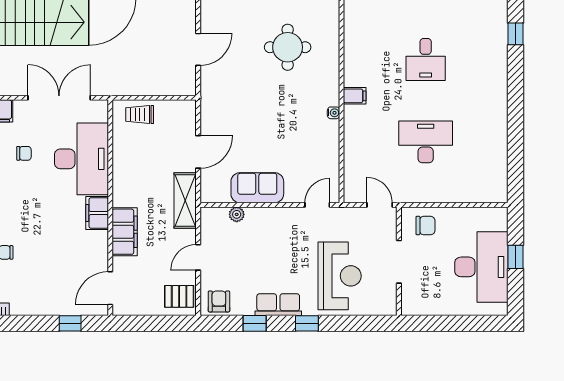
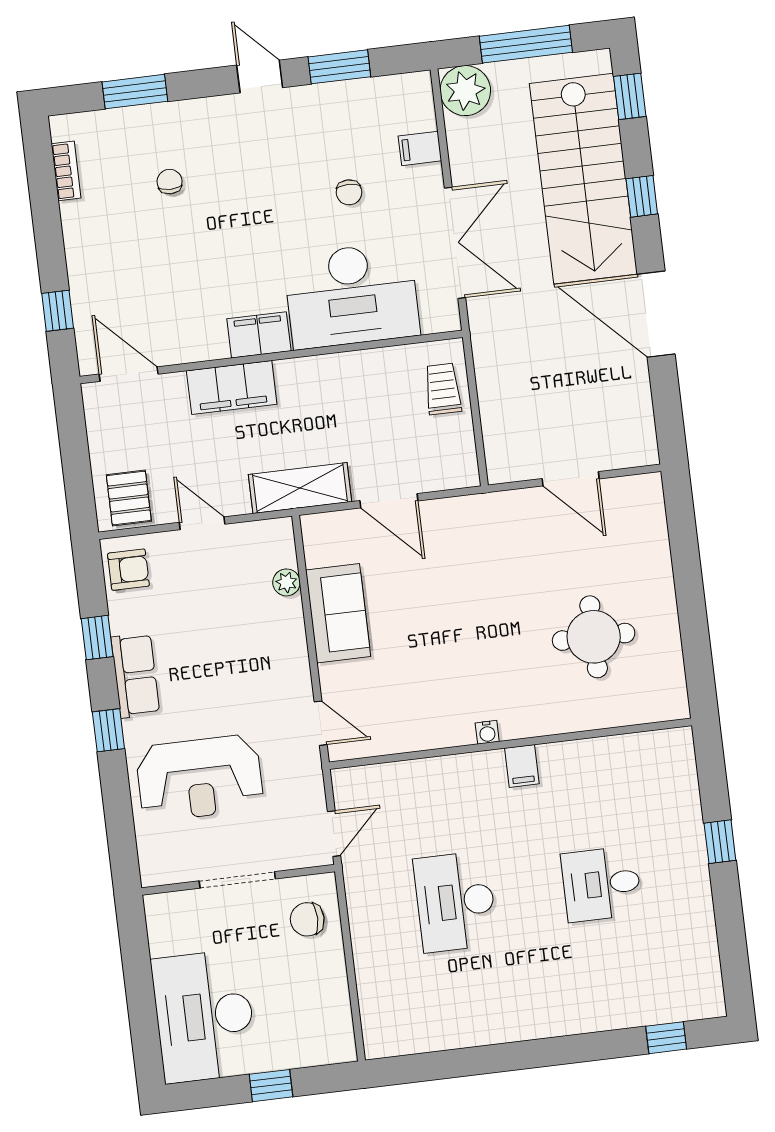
desk: (426, 142) -> (455, 902), turned 180
chair: (425, 226) -> (307, 919), turned 90
desk: (481, 267) -> (204, 1016), moved, turned 90

